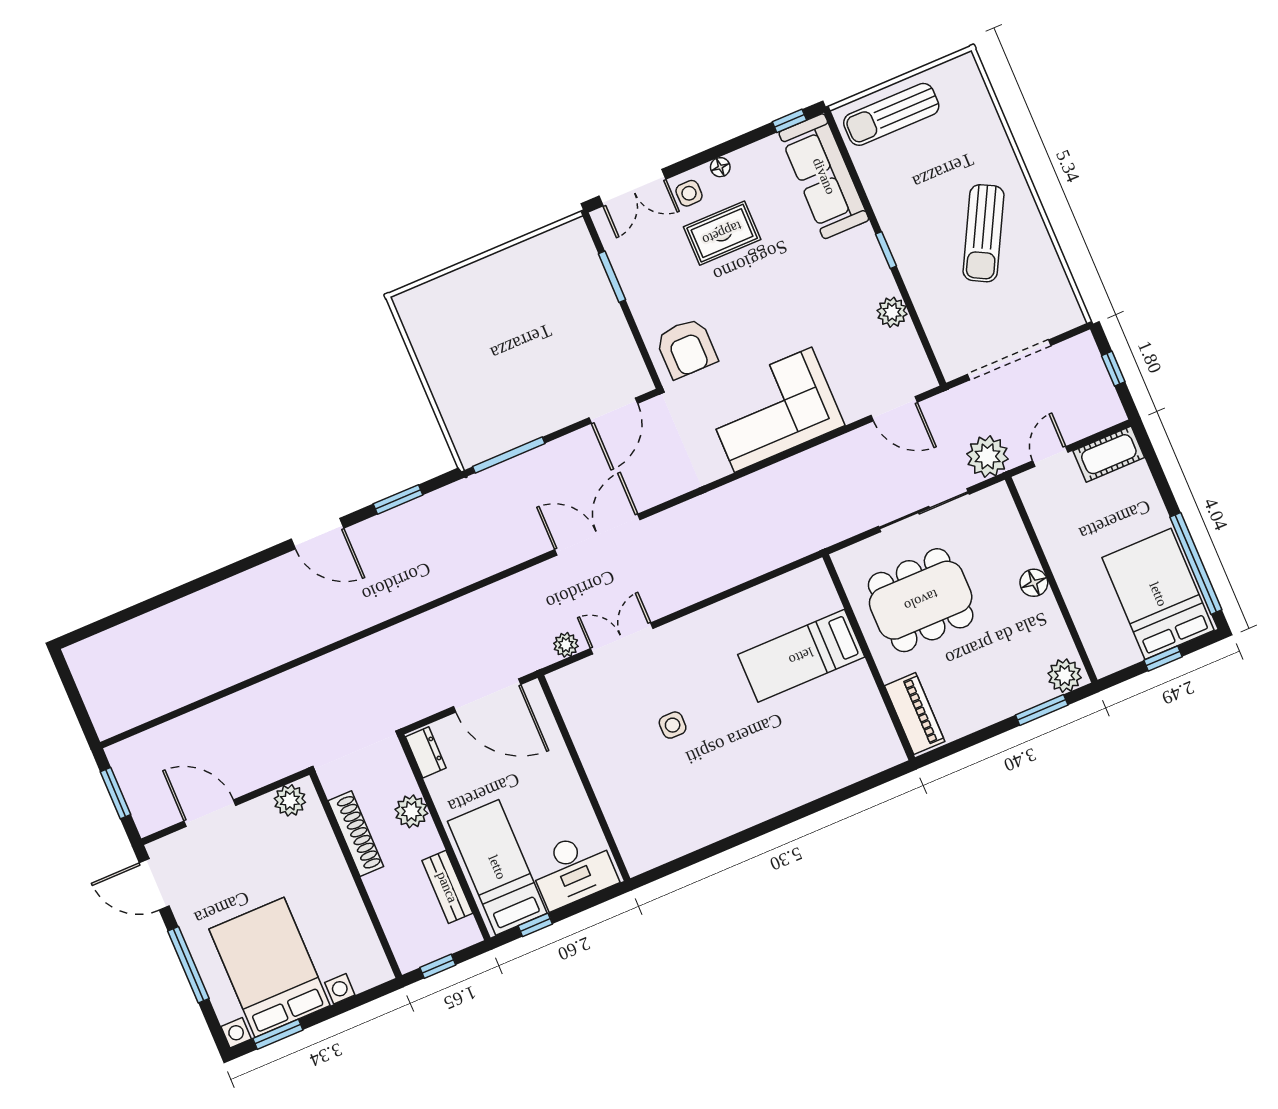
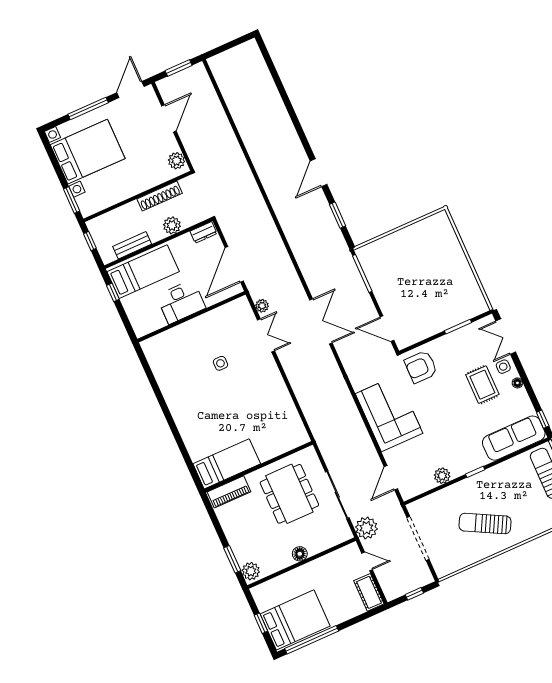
bed: (801, 656) -> (227, 464), moved, turned 90
desk: (573, 870) -> (181, 302), moved, turned -90
window: (278, 1034) -> (72, 200), moved

